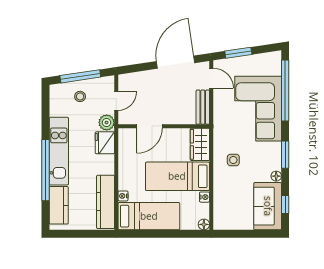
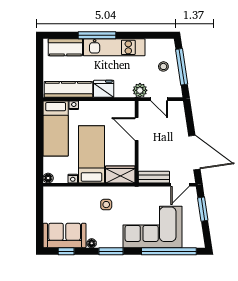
fridge: (105, 143) -> (104, 89), moved
window: (45, 170) -> (97, 35), width x0.68

